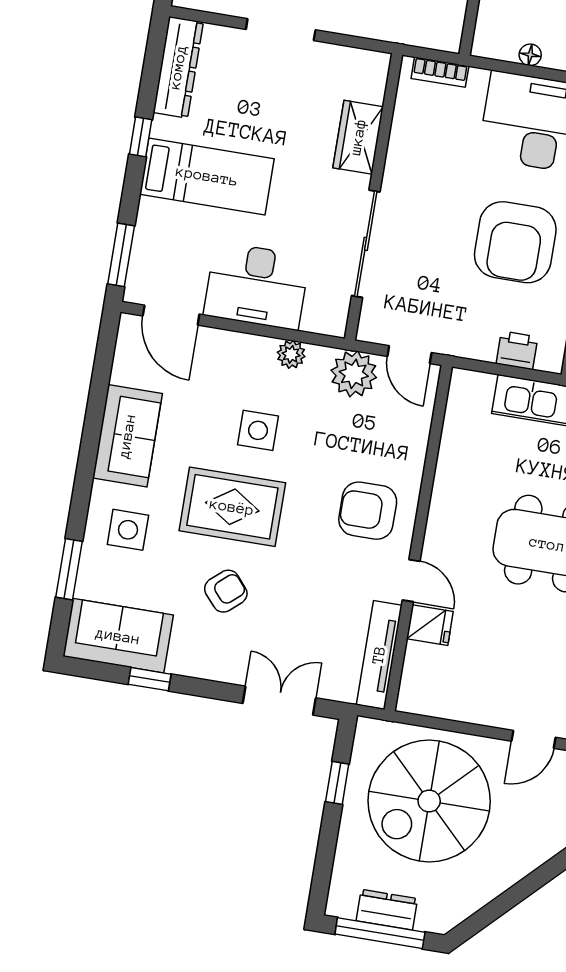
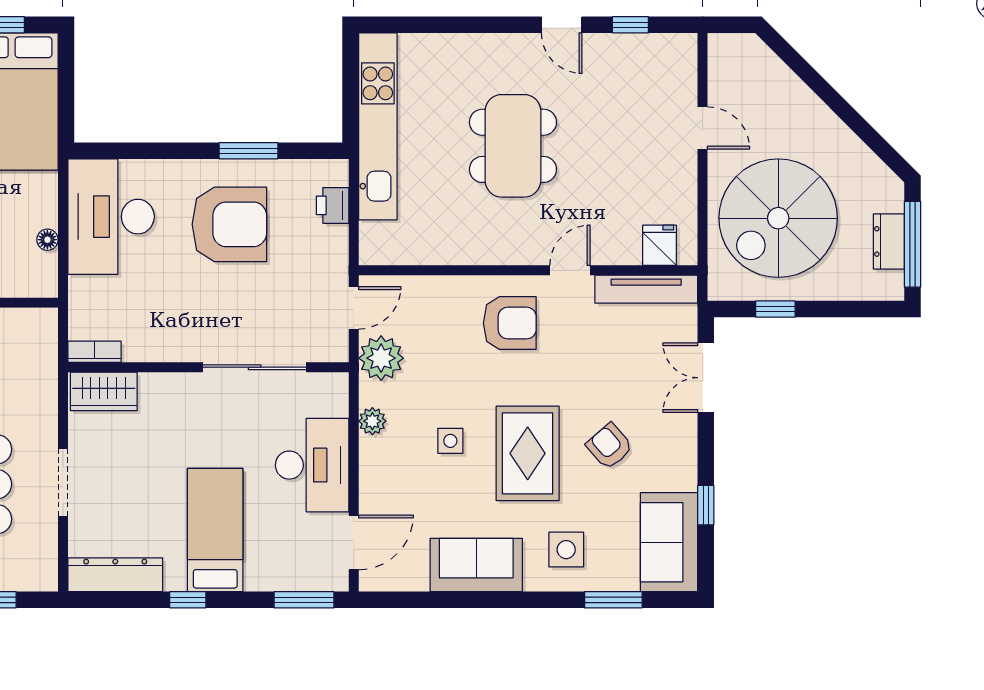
bookcase: (440, 72) -> (94, 352), moved, turned -90
wardrobe: (358, 137) -> (104, 391), moved
side table: (258, 430) -> (450, 441), width x0.73, depth x0.73
armchair: (368, 511) -> (510, 323), turned -90
fridge: (430, 625) -> (660, 245), moved
spiral stairs: (429, 801) -> (778, 218), turned 90

